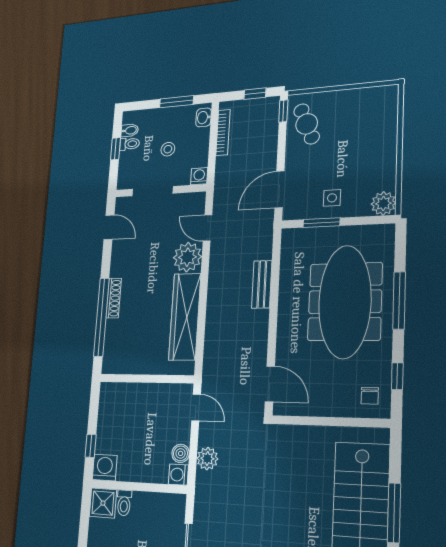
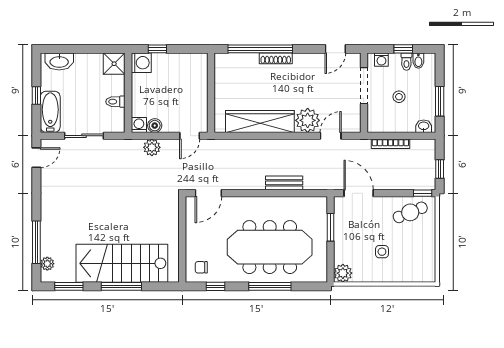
bookcase: (223, 132) -> (390, 144), moved
washing machine: (199, 176) -> (381, 60), moved, turned 90
side table: (332, 198) -> (382, 252), moved
toilet: (124, 503) -> (115, 102), moved

